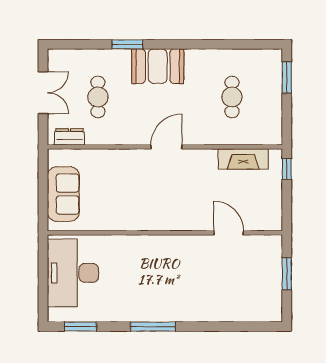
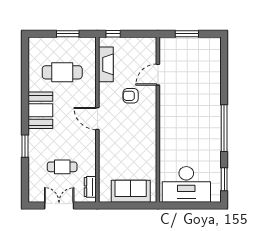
booth: (158, 66) -> (40, 110), moved
window: (287, 78) -> (68, 34), moved
cafe table: (232, 97) -> (62, 72), width x1.37, depth x1.35
armchair: (199, 194) -> (131, 96), added
window: (153, 327) -> (224, 128), width x1.46

